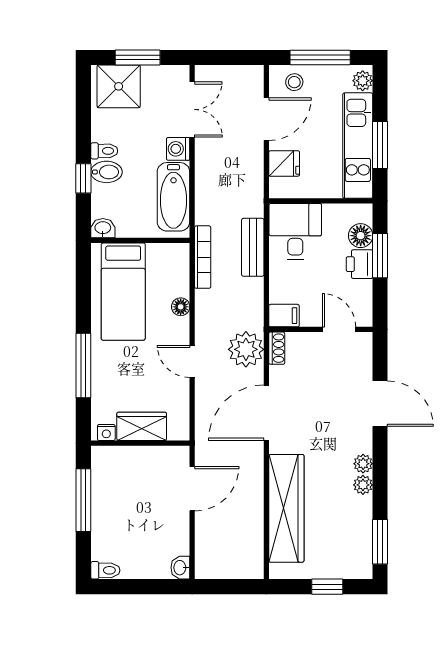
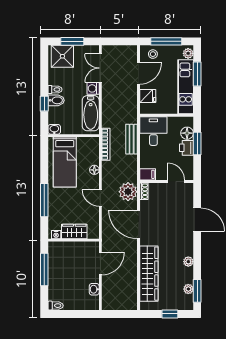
double door: (192, 109) -> (100, 68), swing flipped
window: (380, 145) -> (197, 74), moved
door: (266, 413) -> (139, 224), hinge flipped
plant: (363, 464) -> (188, 289), moved
washbasin: (180, 568) -> (94, 289), moved

